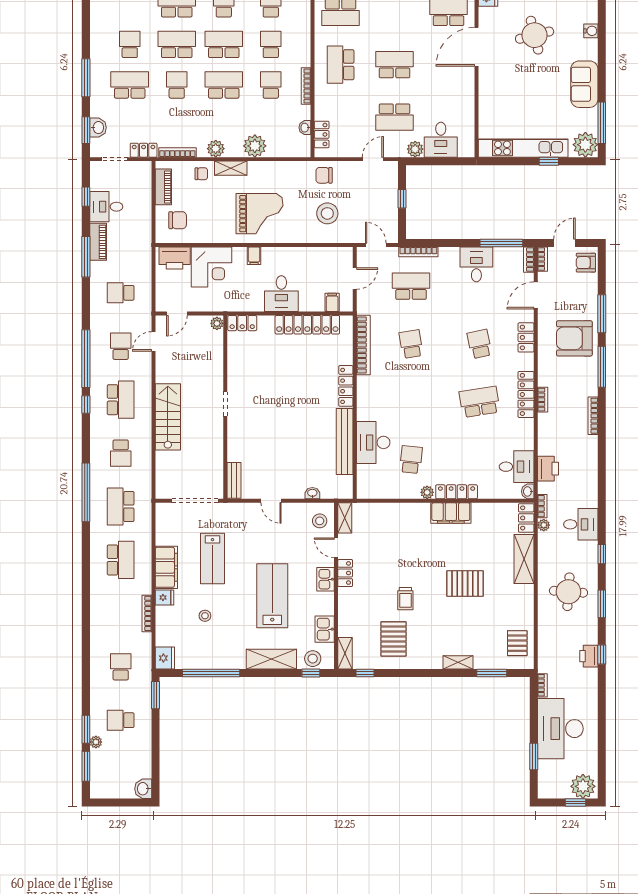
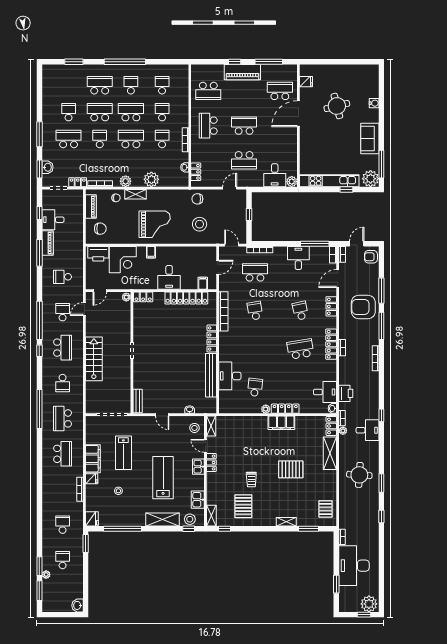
plant: (415, 149) -> (292, 182), moved
window: (602, 554) -> (381, 415), moved
printer: (589, 656) -> (373, 518), removed
school desk: (121, 720) -> (63, 560), turned 90

